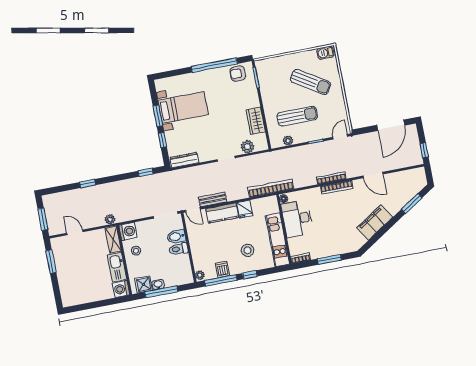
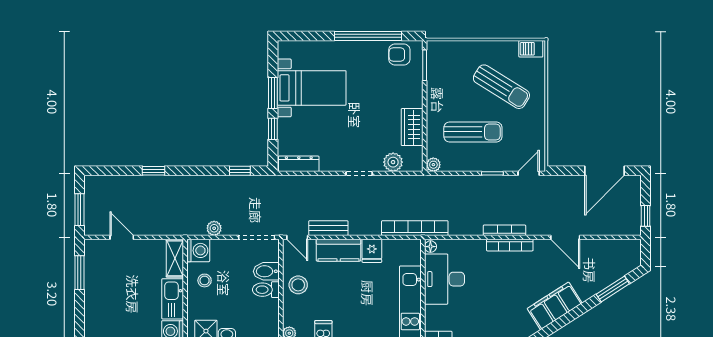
plant: (288, 141) -> (433, 165), moved
plant: (110, 219) -> (214, 228), moved
stool: (247, 250) -> (298, 285), moved

